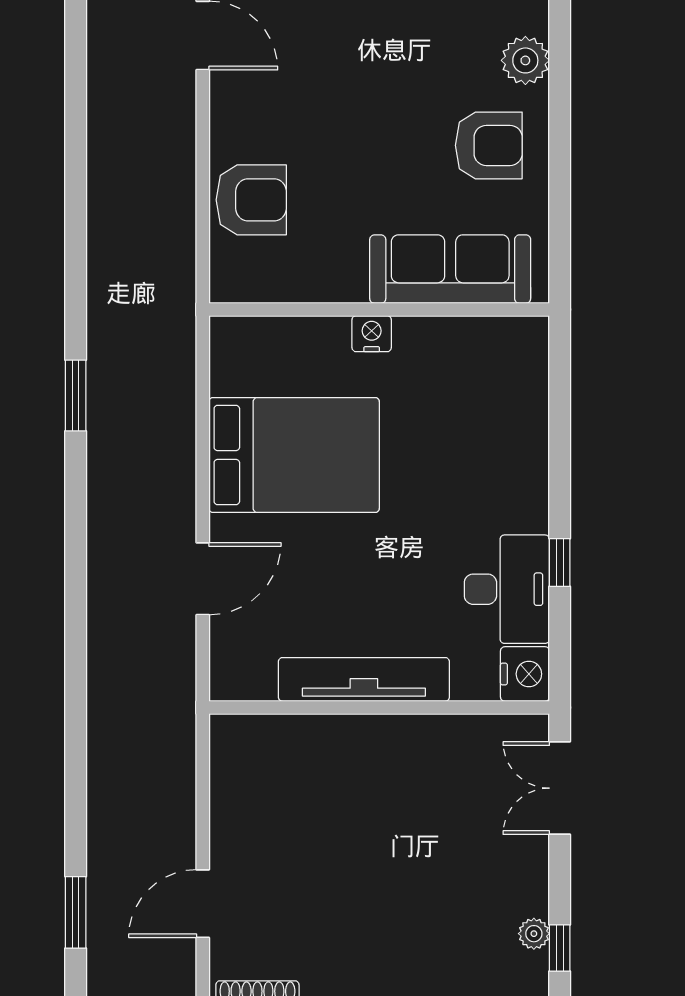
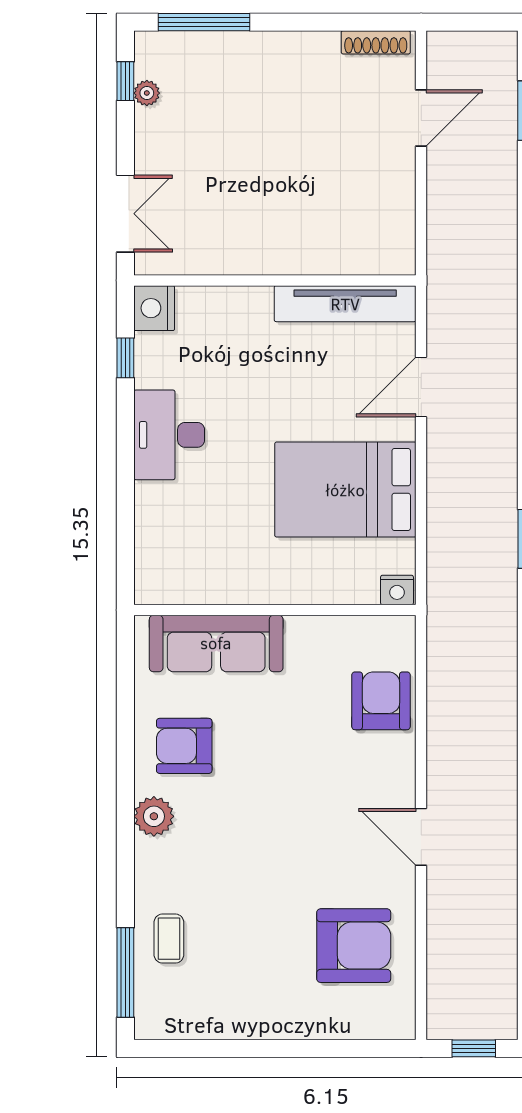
armchair: (251, 200) -> (381, 701), turned 90
nightstand: (372, 334) -> (397, 590), moved
window: (560, 563) -> (125, 358), moved
desk: (507, 589) -> (169, 435), moved
tv unit: (364, 679) -> (345, 304), moved

